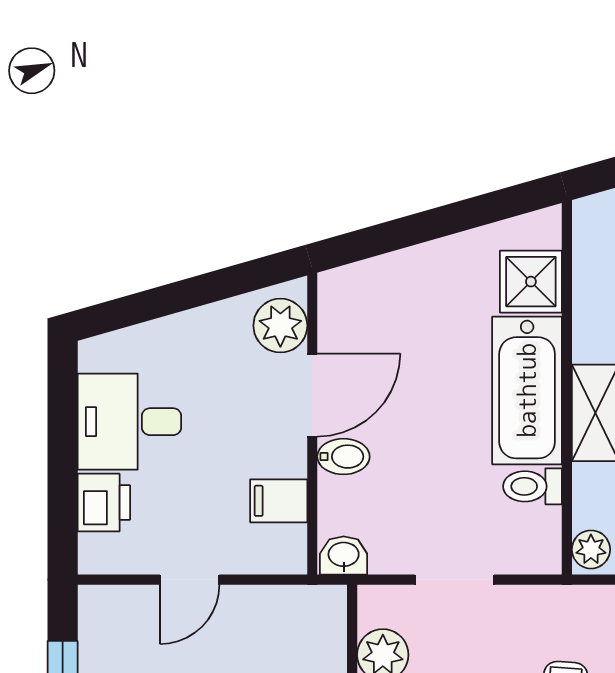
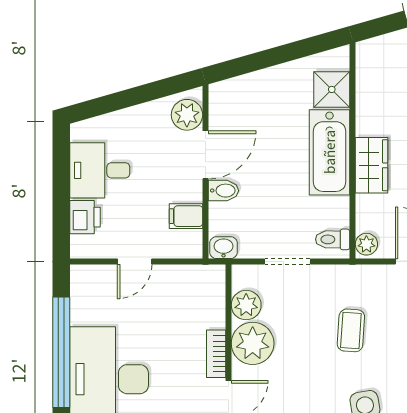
toilet: (532, 486) -> (333, 239), moved

